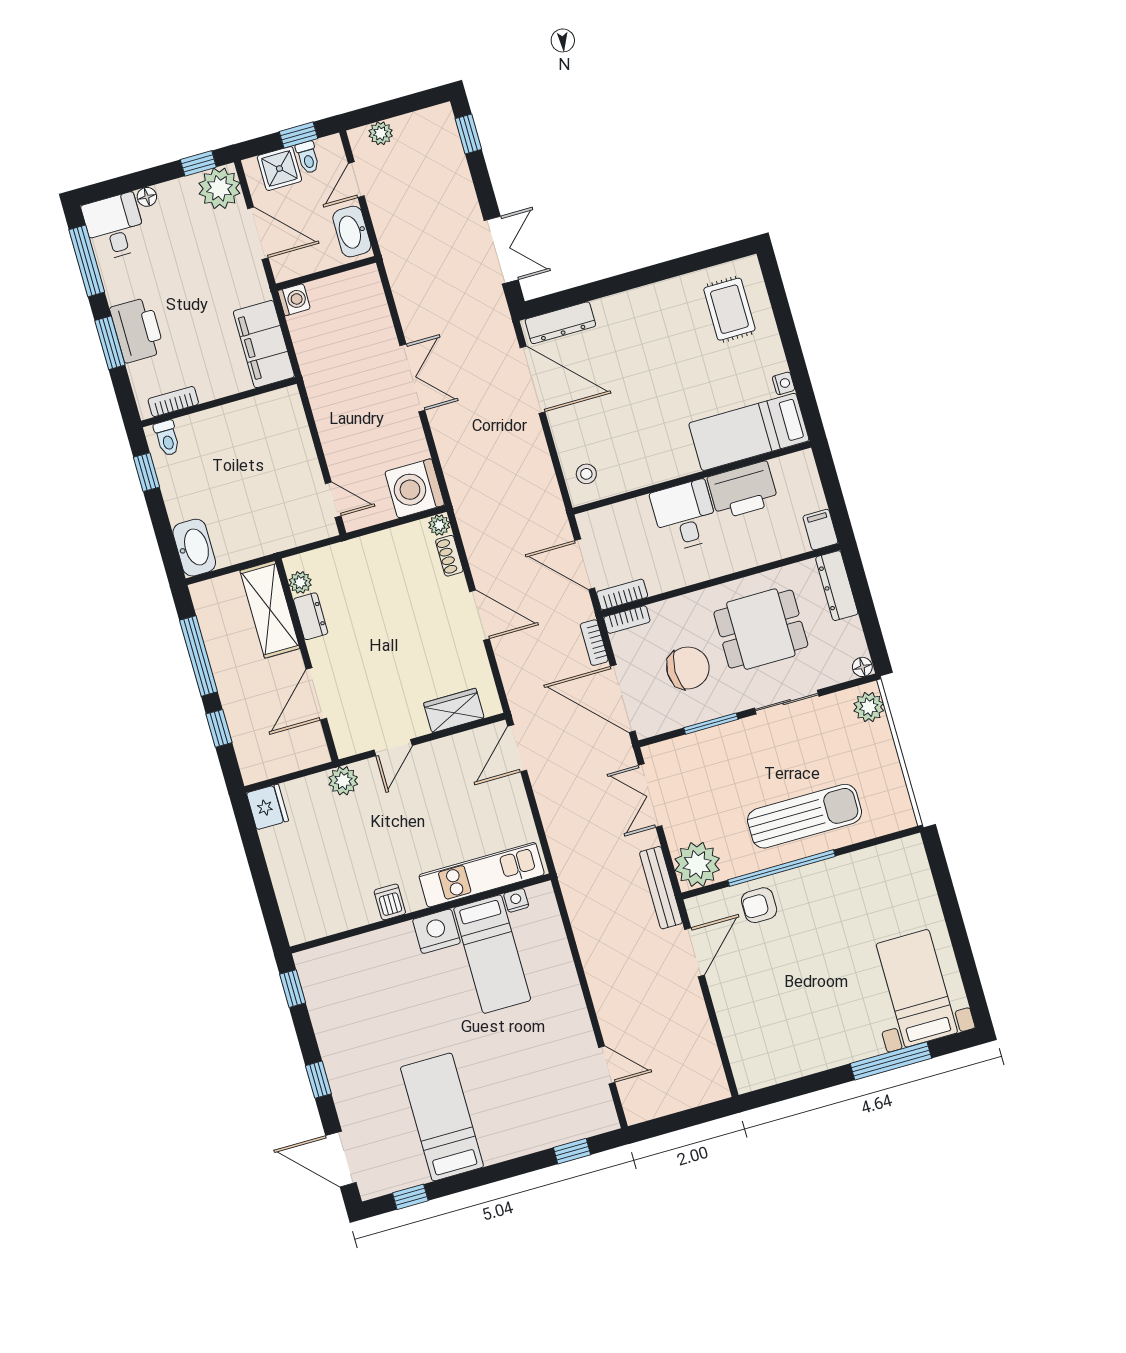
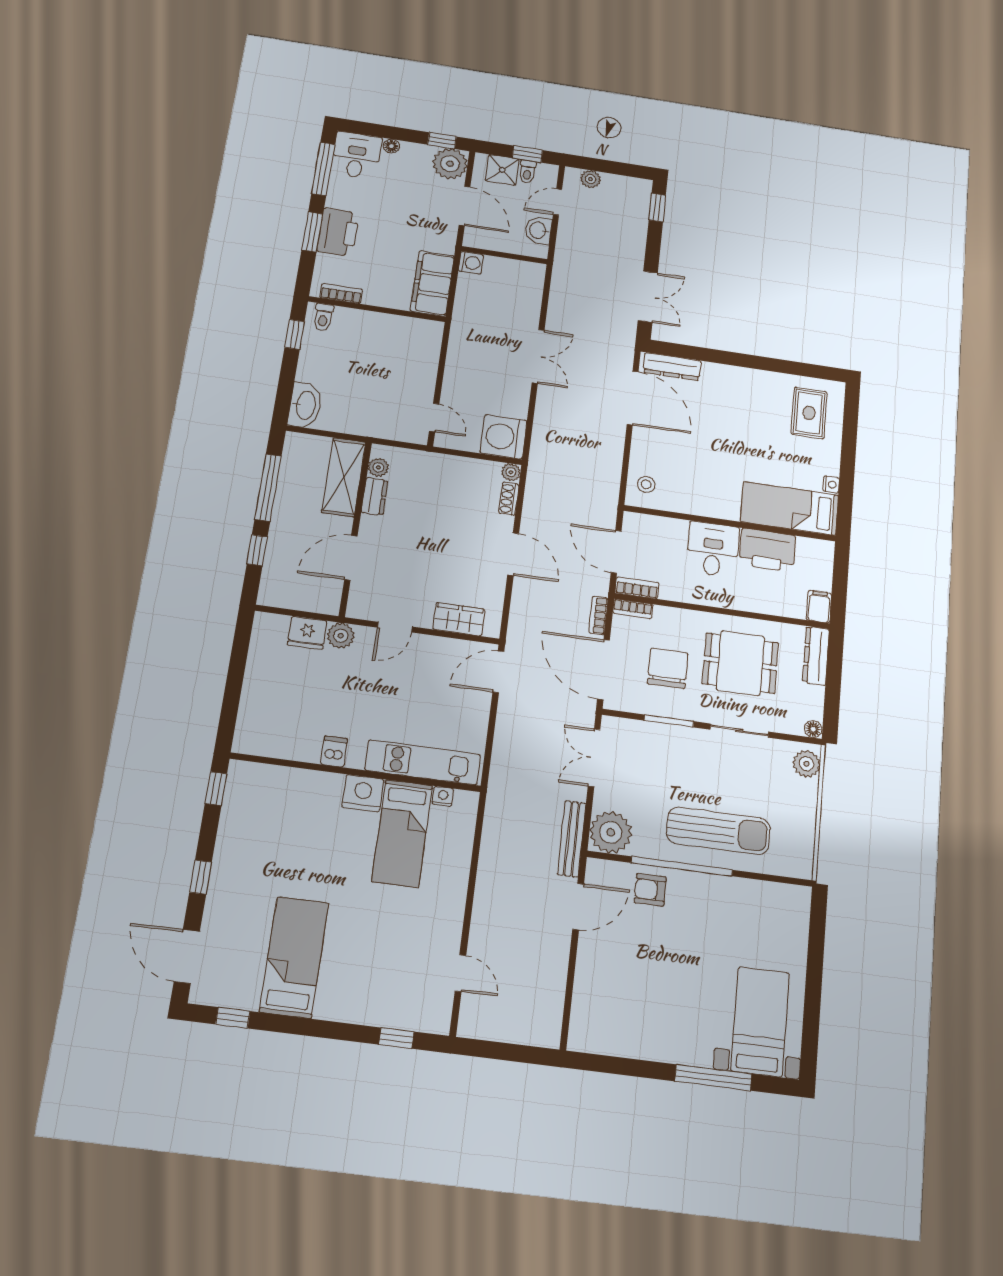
washbasin: (352, 232) -> (538, 230), width x0.72
chair: (688, 668) -> (668, 668), turned -90
fridge: (268, 807) -> (307, 633), moved, turned 90

